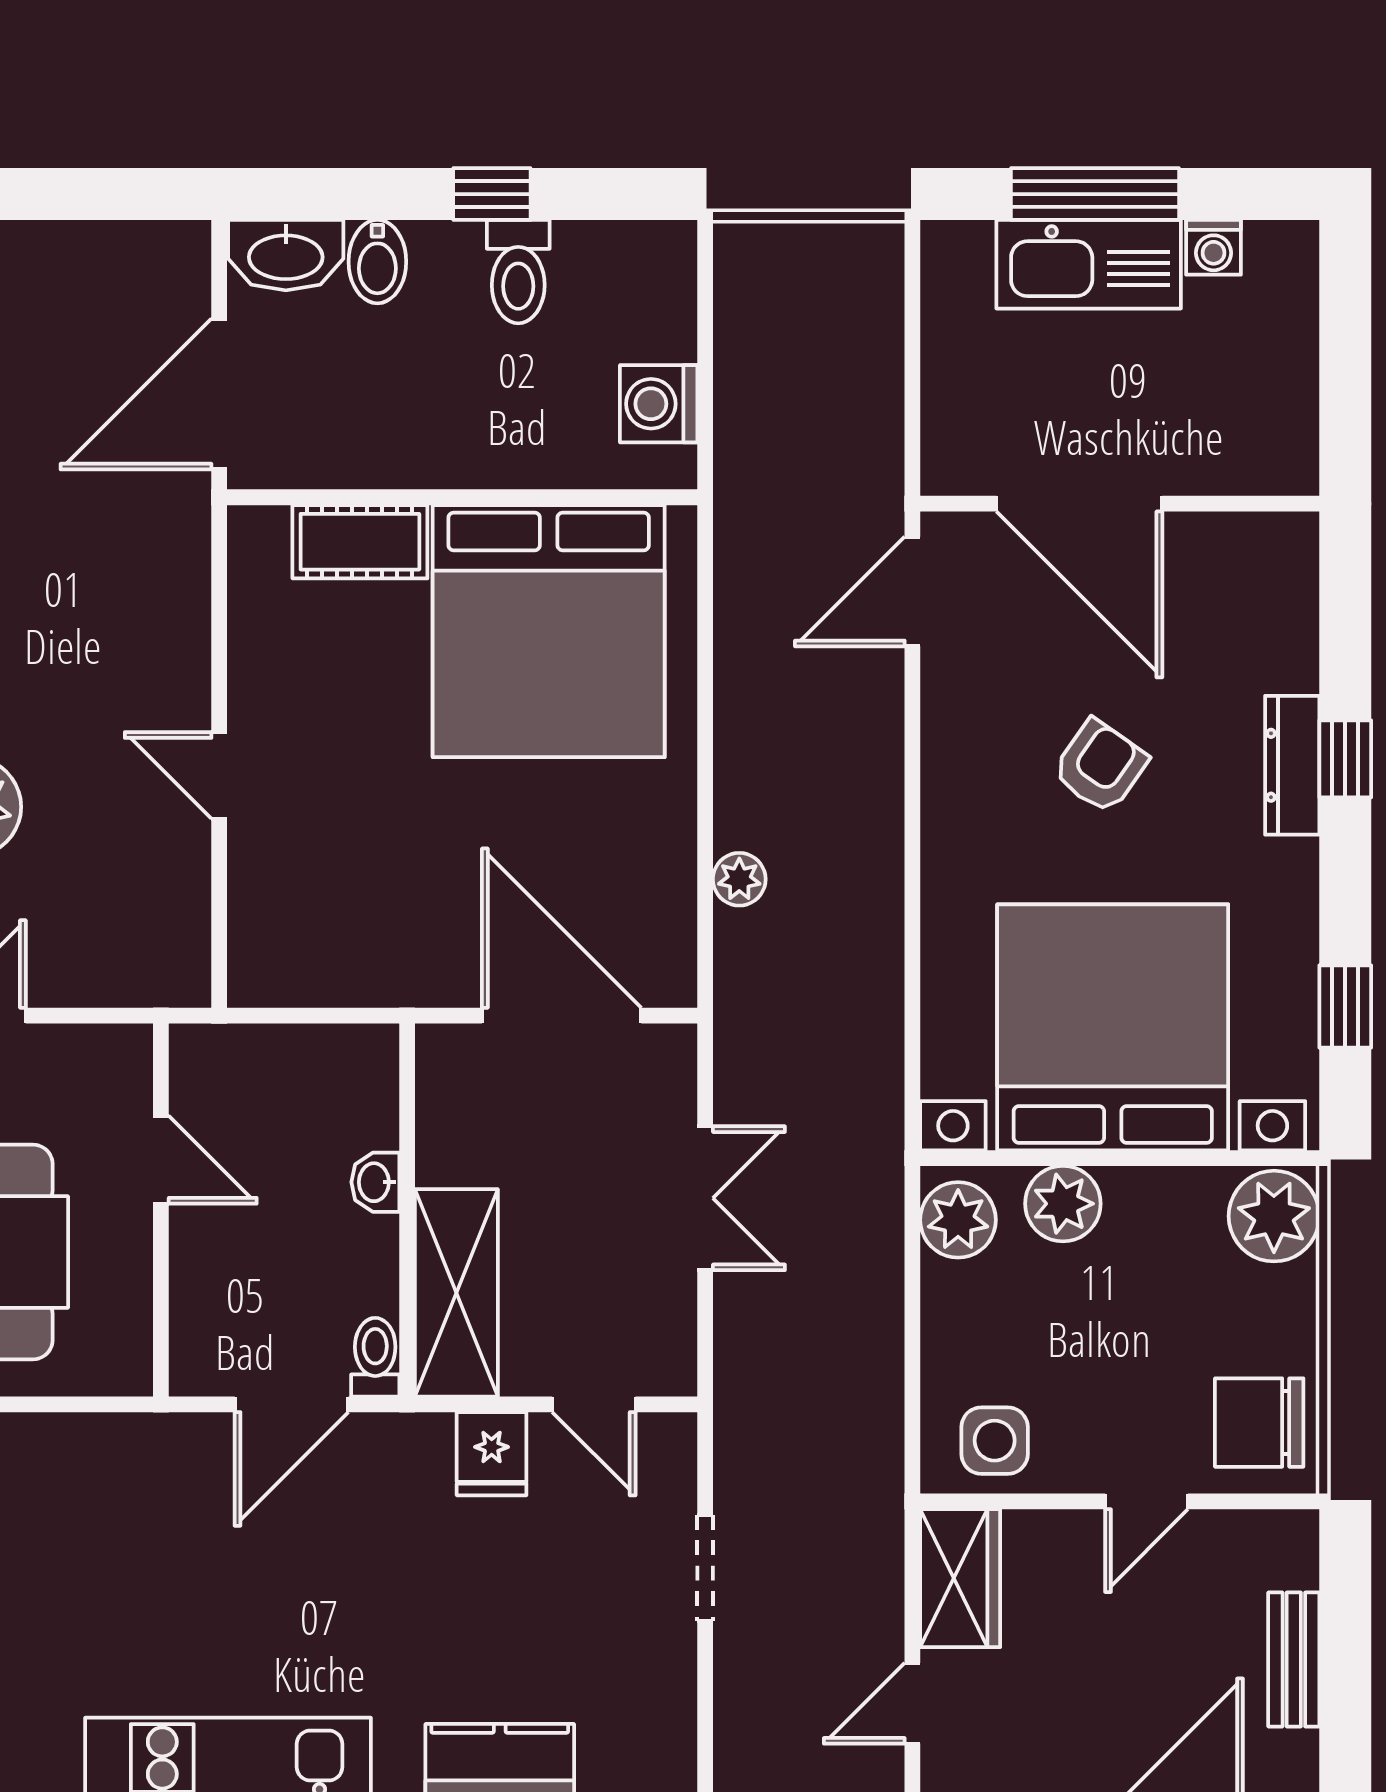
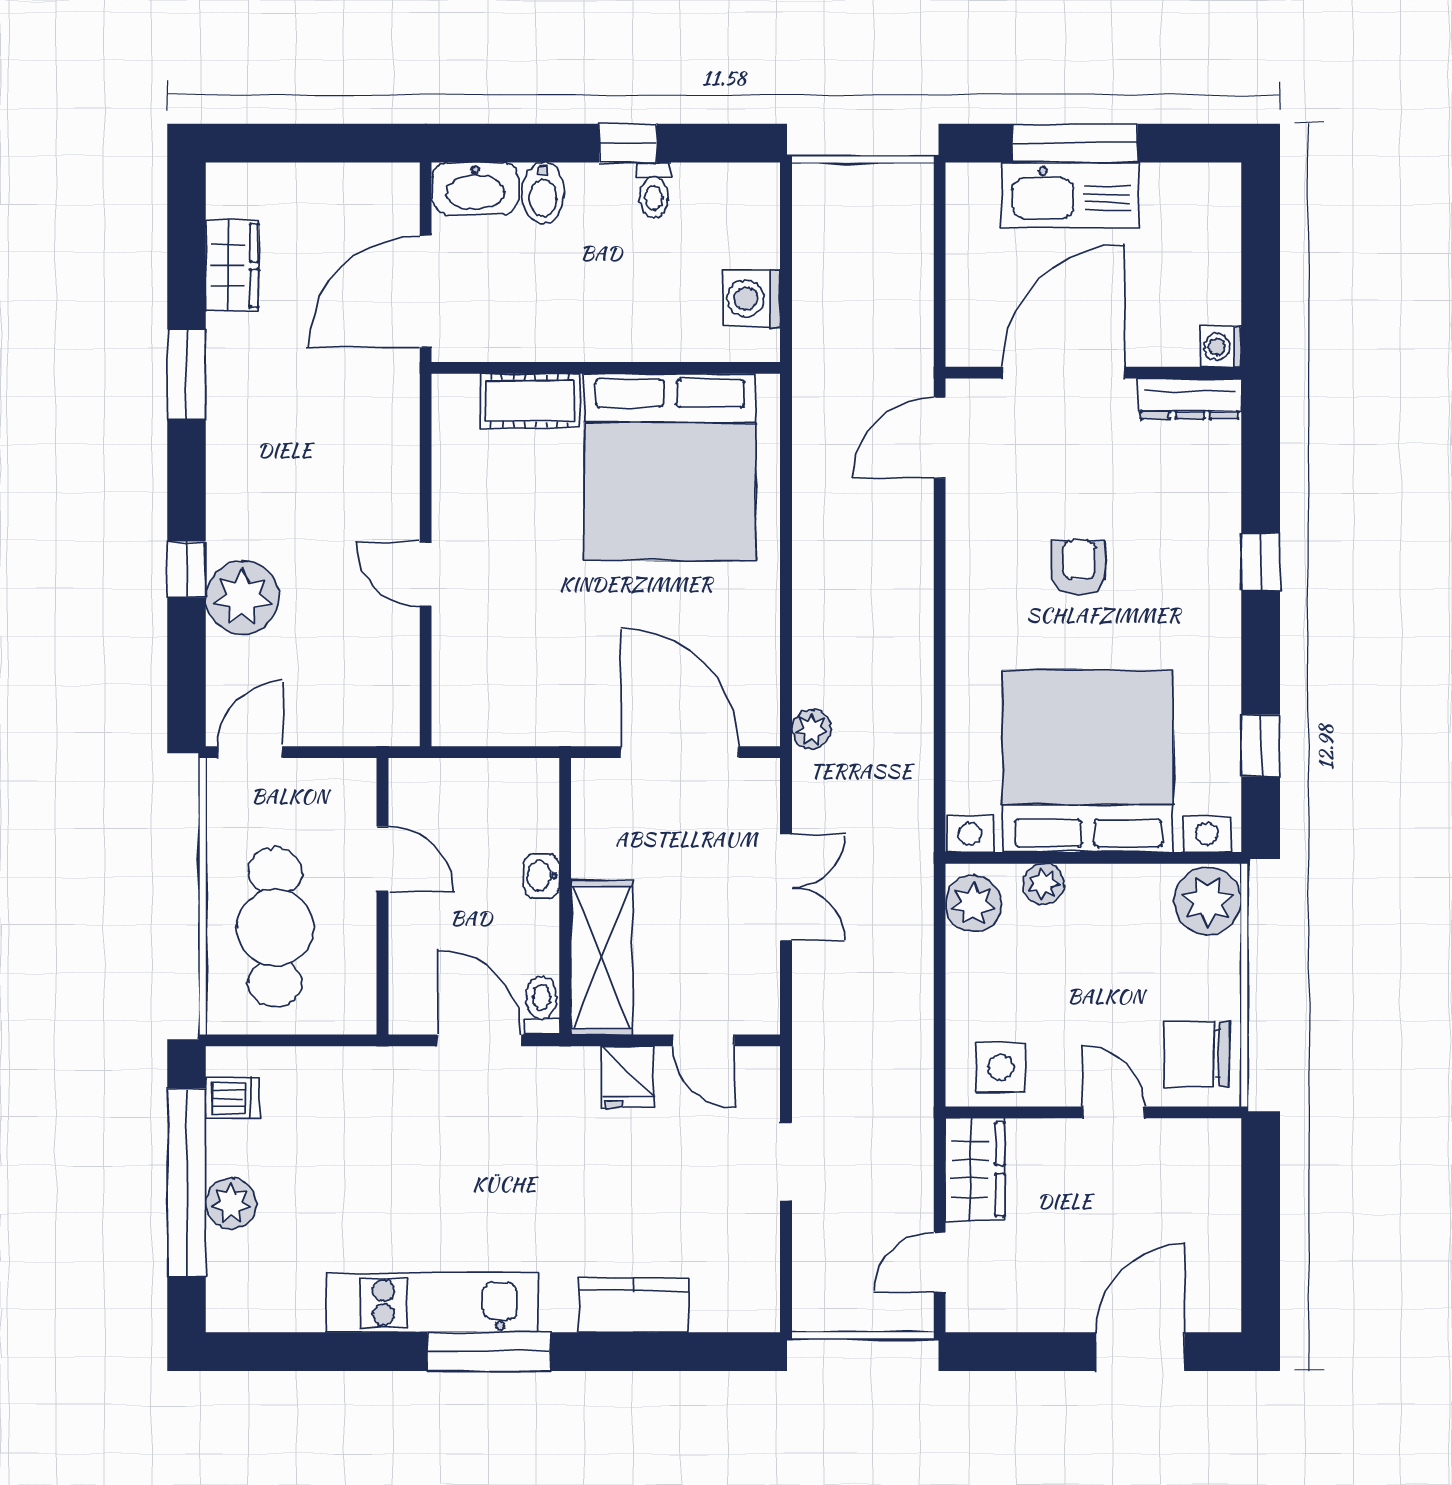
washing machine: (1214, 247) -> (1221, 347), moved, turned 90
toilet: (518, 272) -> (654, 190), width x0.73, depth x0.72
door: (1079, 504) -> (1063, 373), swing flipped
dresser: (1292, 765) -> (1190, 399), moved, turned -90
armchair: (1100, 766) -> (1079, 567), turned -35
plant: (739, 879) -> (811, 729), moved
plant: (1063, 1204) -> (1044, 884), width x0.73, depth x0.73
door: (291, 1404) -> (479, 1040), swing flipped
door: (1147, 1501) -> (1113, 1112), swing flipped
bench: (1294, 1660) -> (1222, 1230), removed

